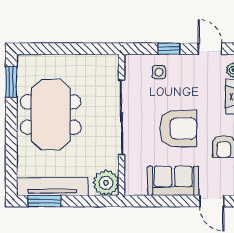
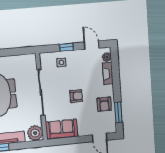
armchair: (178, 128) -> (76, 96), width x0.53, depth x0.53
sofa: (173, 181) -> (62, 129), moved

